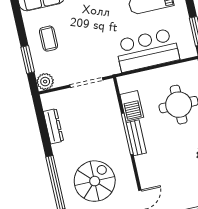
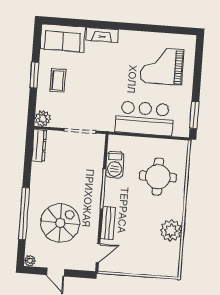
window: (28, 60) -> (34, 75), moved
dresser: (53, 126) -> (39, 145), moved
bench: (136, 138) -> (108, 223), moved

